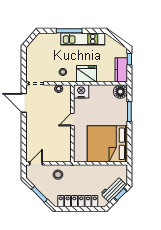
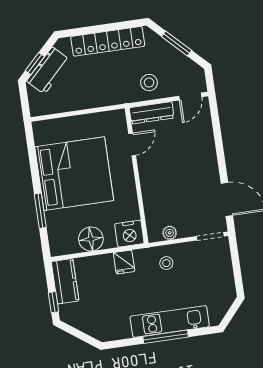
kitchen unit: (83, 39) -> (170, 322), moved
fridge: (86, 74) -> (124, 262), width x0.53, depth x0.75
floor lamp: (120, 92) -> (91, 239), moved
door: (72, 120) -> (132, 144), moved
bed: (107, 144) -> (74, 174), moved
dresser: (59, 157) -> (152, 113), added

